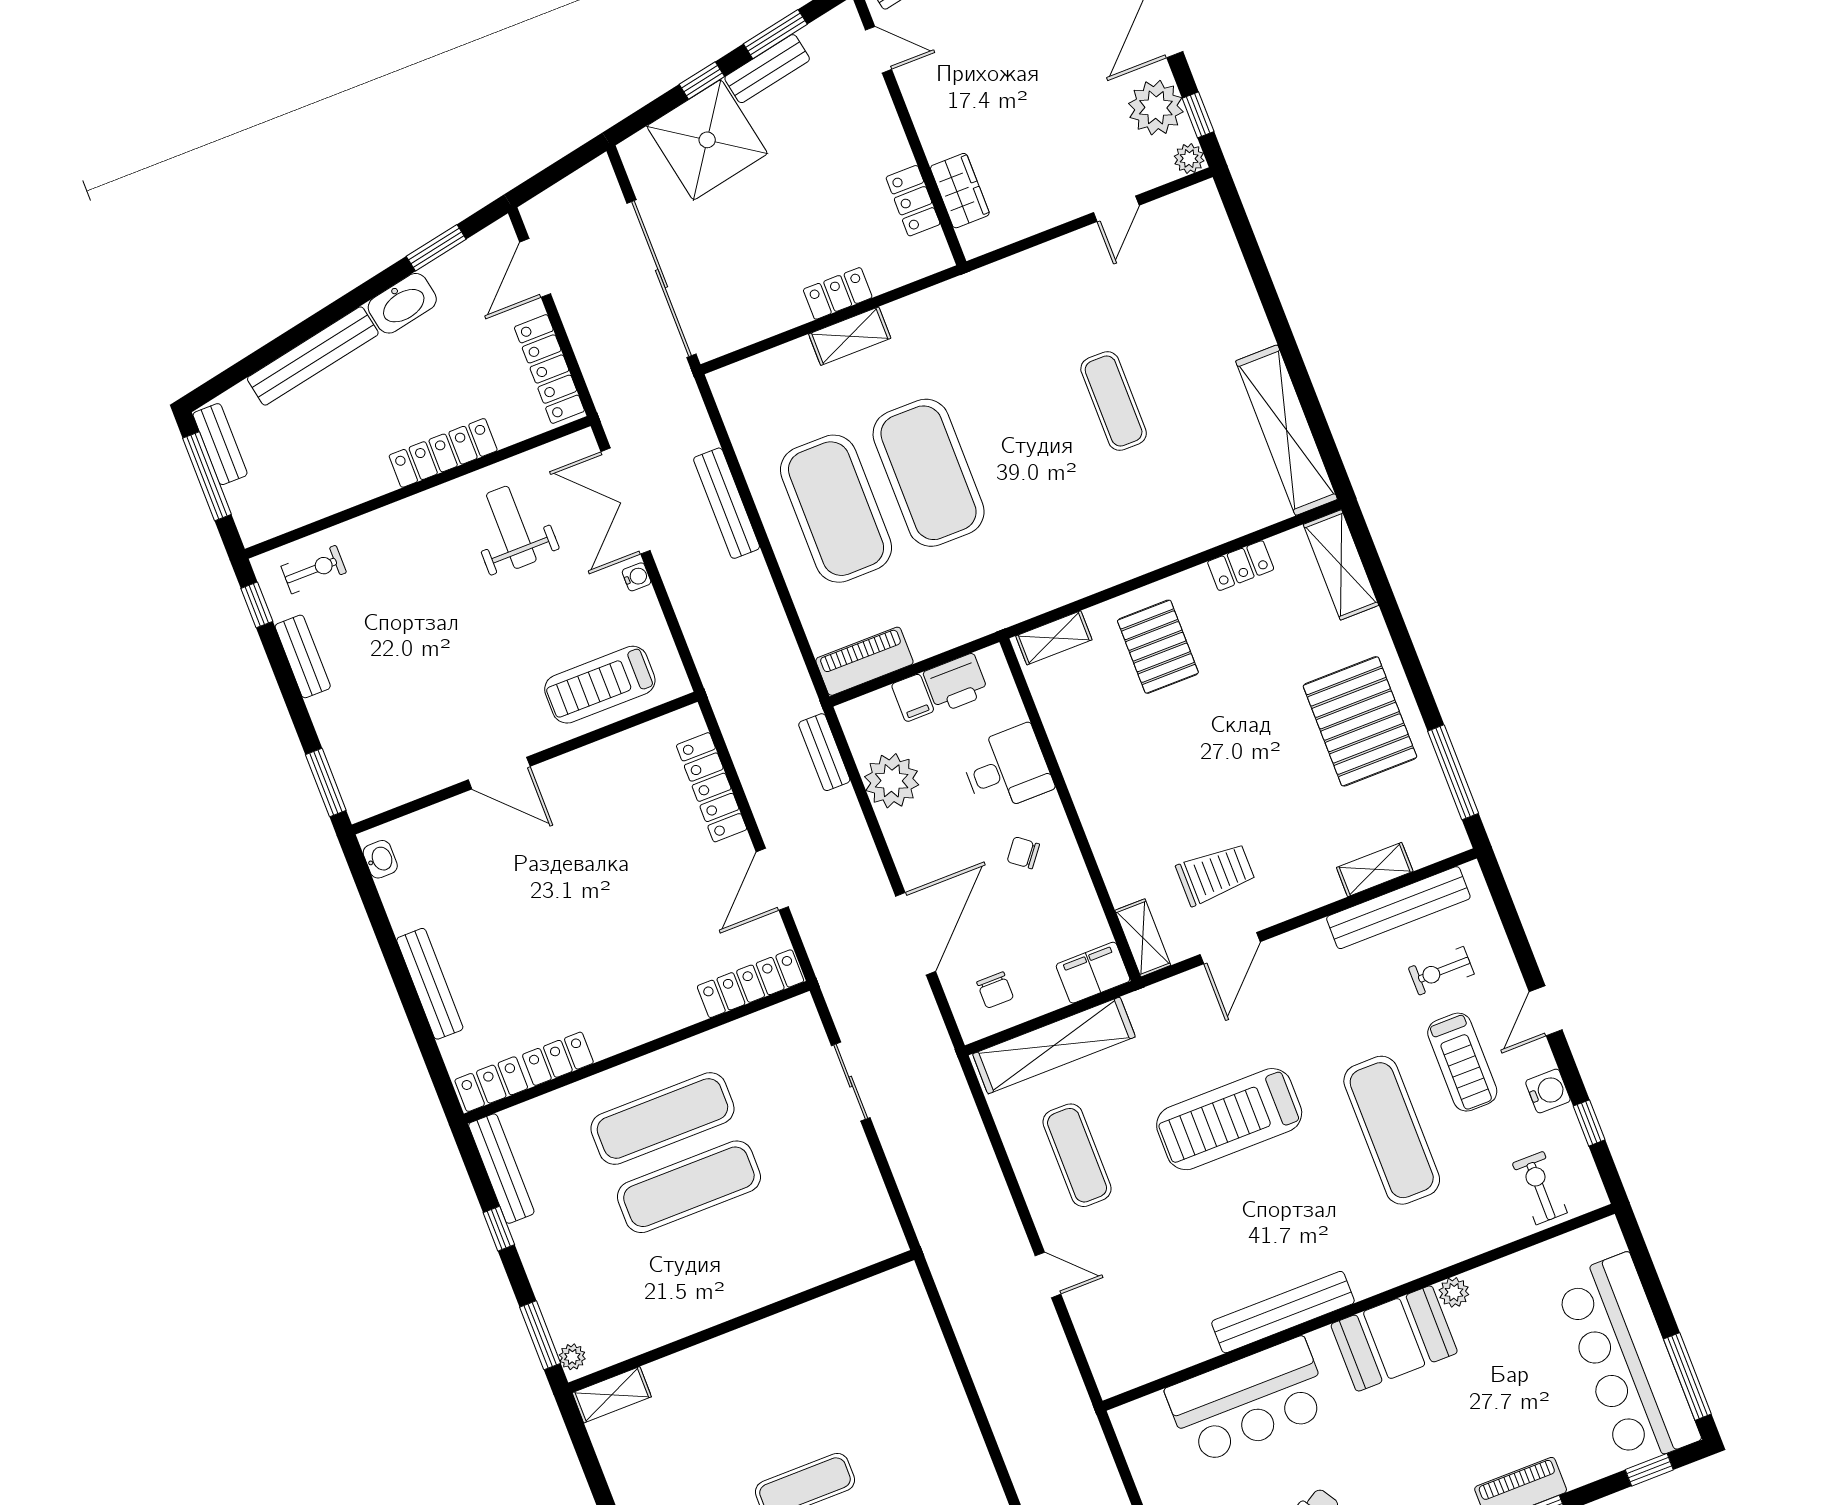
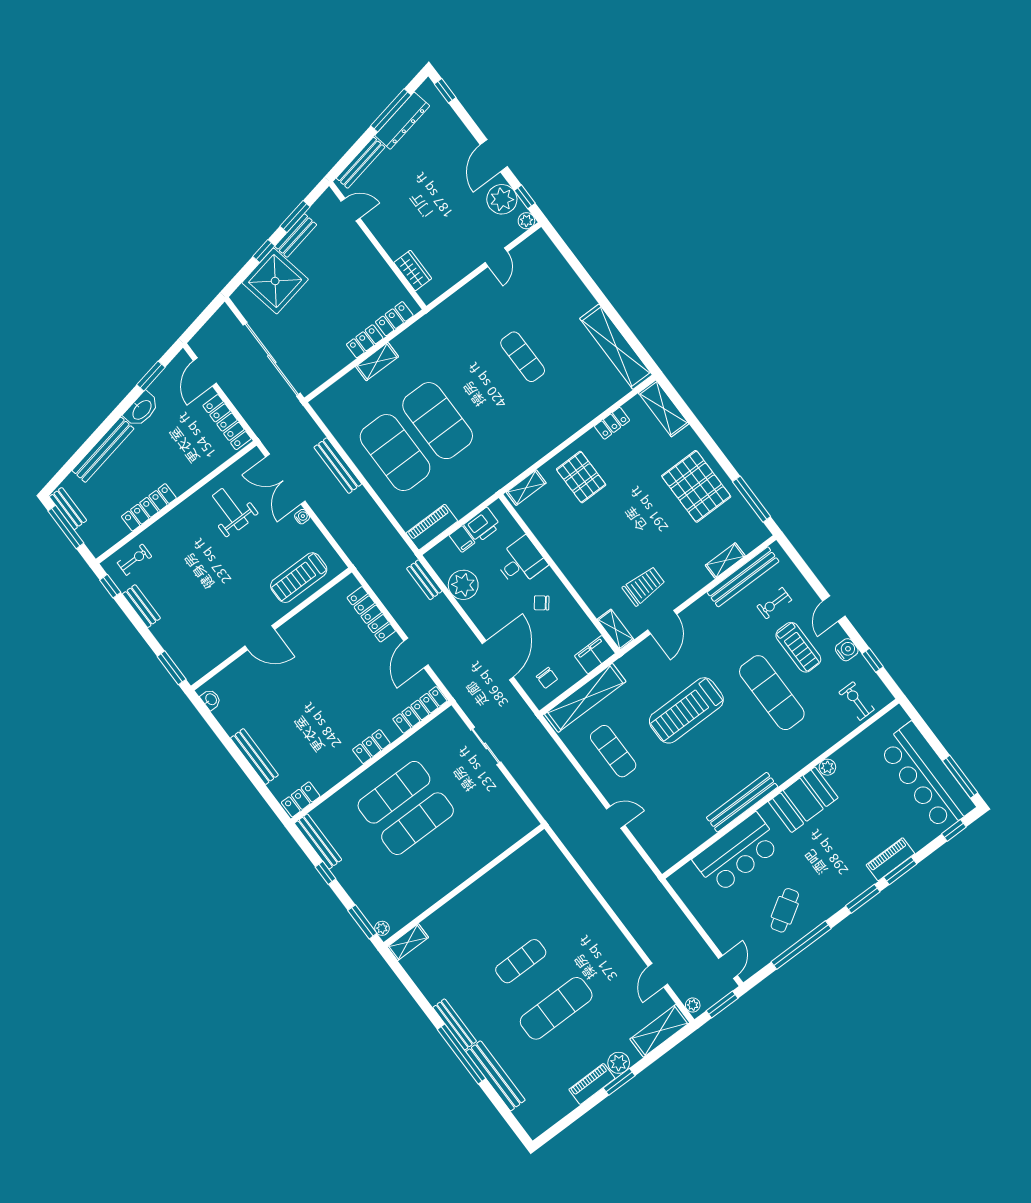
locker: (913, 201) -> (394, 319), moved, turned 90
locker: (443, 453) -> (149, 507), moved
locker: (558, 1059) -> (371, 747), moved

